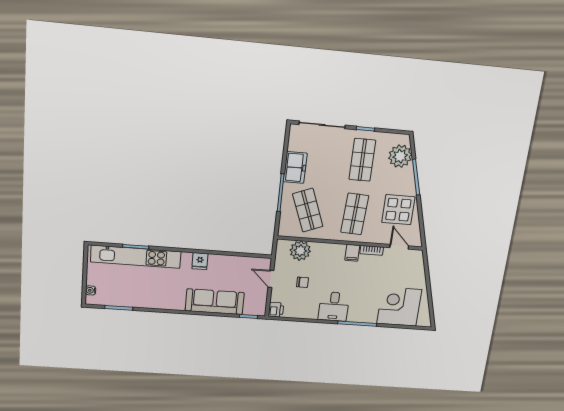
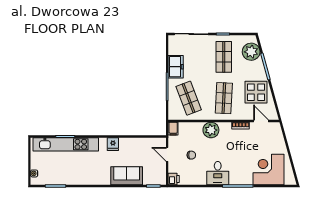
plant: (300, 251) -> (211, 130), moved
filing cabinet: (352, 253) -> (173, 129), moved
sofa: (215, 302) -> (127, 176), width x0.73

